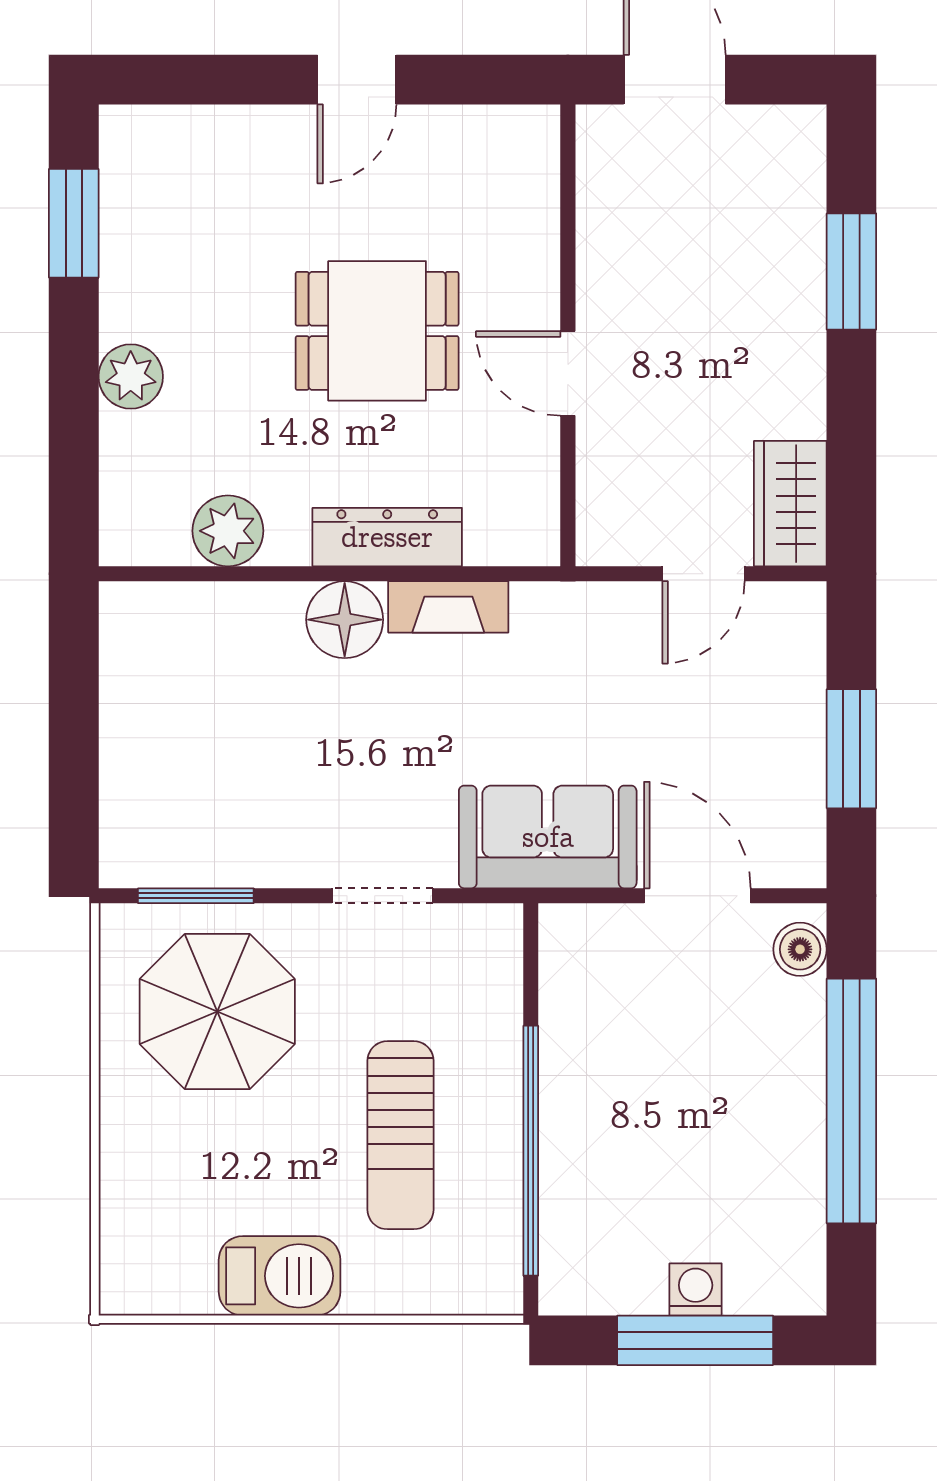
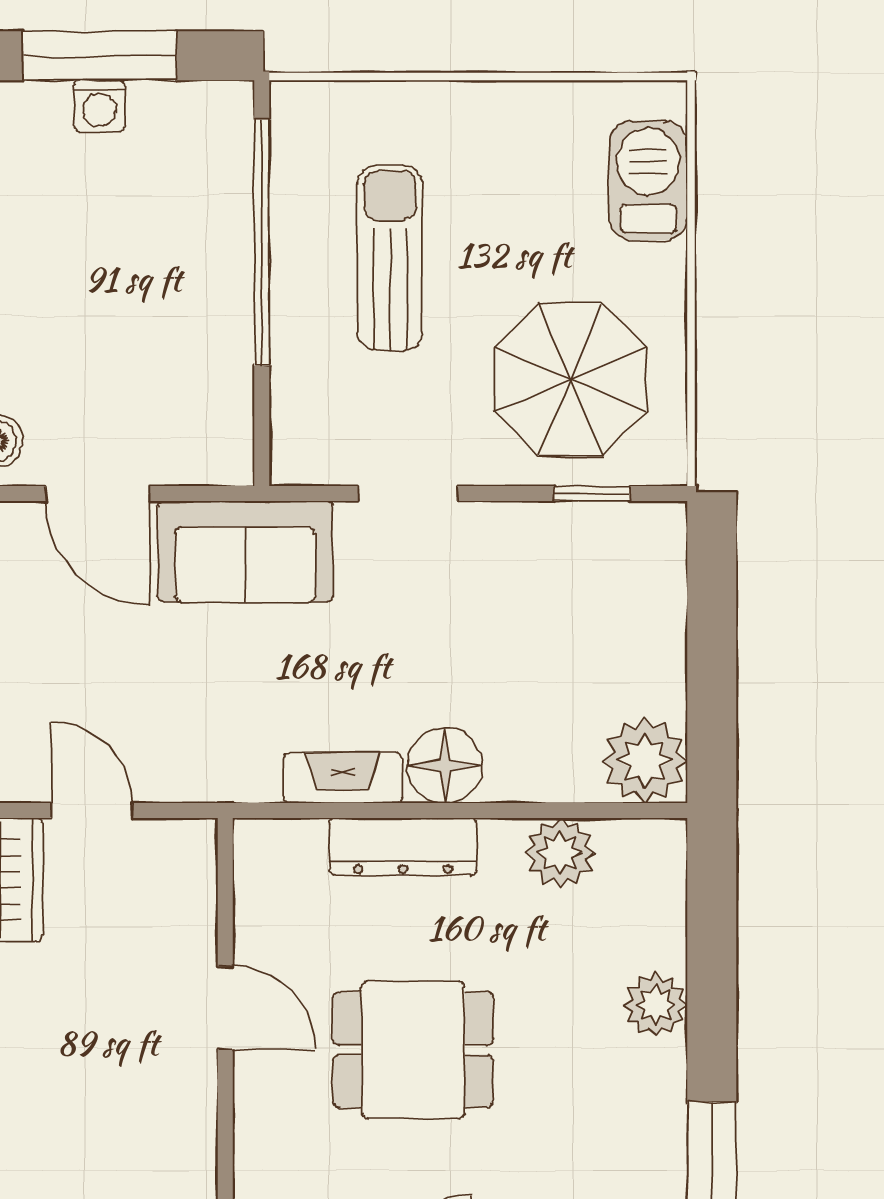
door: (704, 574) -> (92, 811), hinge flipped
plant: (142, 625) -> (645, 761), added
window: (196, 896) -> (592, 494), width x0.67
barbecue: (280, 1276) -> (648, 180), moved, turned 90

